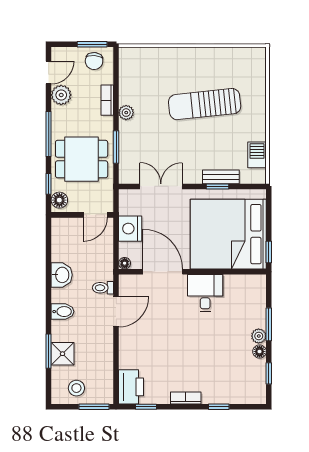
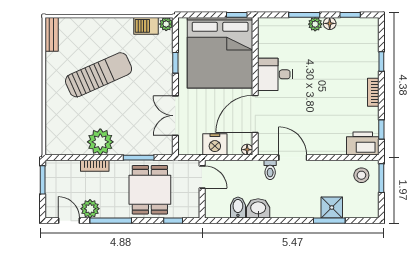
chair: (94, 61) -> (58, 178), removed
sun lounger: (205, 104) -> (99, 75), turned -108
plant: (126, 113) -> (100, 142), width x1.88, depth x1.88
window: (49, 134) -> (111, 221), moved
plant: (259, 176) -> (166, 24), added
bench: (221, 177) -> (52, 34), moved
floor lamp: (59, 200) -> (188, 211), removed
bidet: (63, 312) -> (238, 207), moved
stool: (76, 388) -> (361, 175), moved

